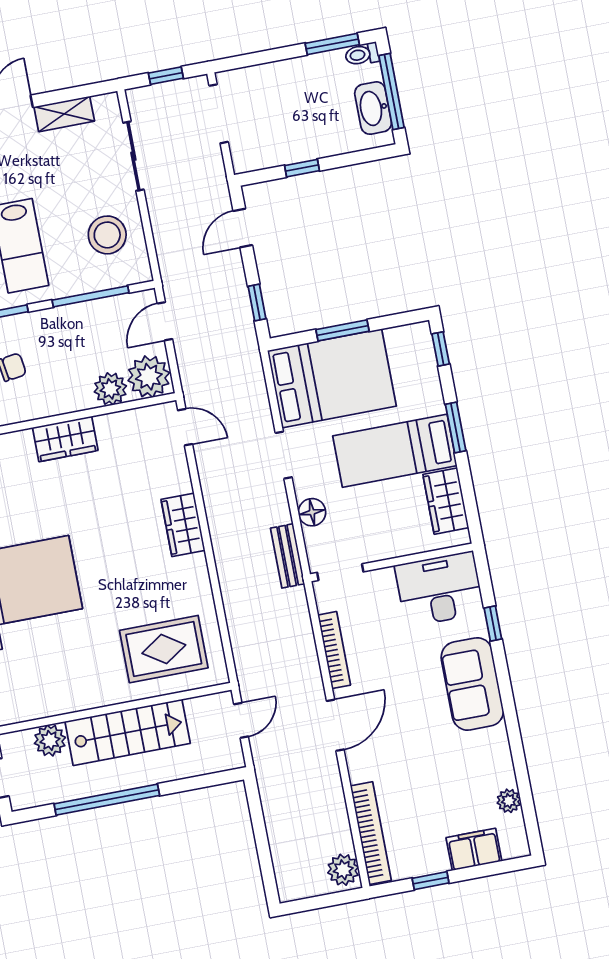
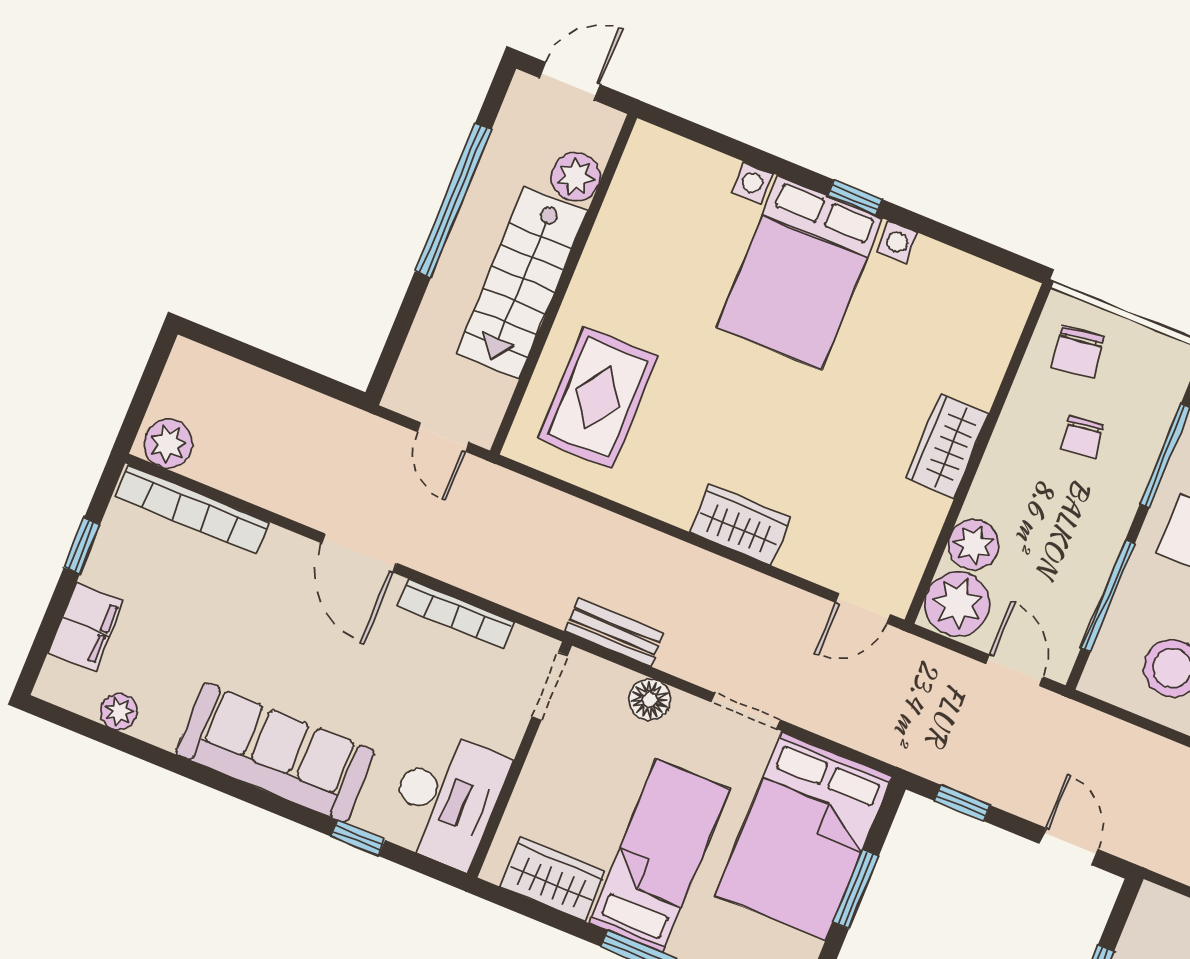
sofa: (472, 684) -> (275, 753), width x1.36

